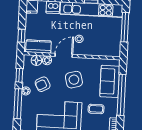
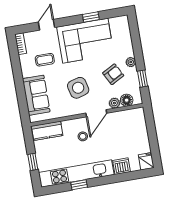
window: (125, 27) -> (33, 162), width x0.46
window: (21, 36) -> (150, 125), removed
kitchen counter: (38, 47) -> (47, 131), moved
window: (121, 95) -> (19, 83), removed
window: (18, 104) -> (137, 45), removed

